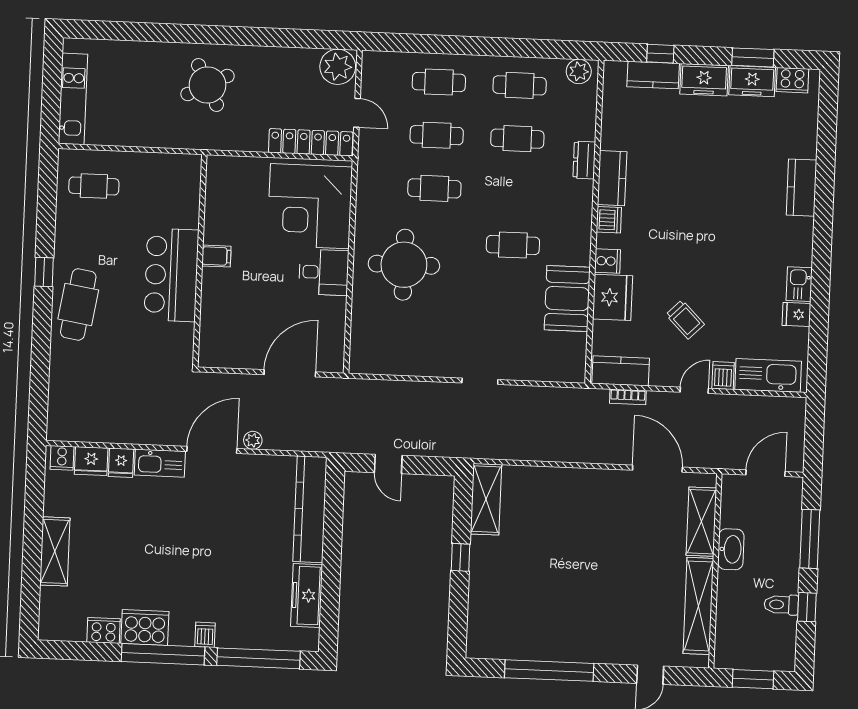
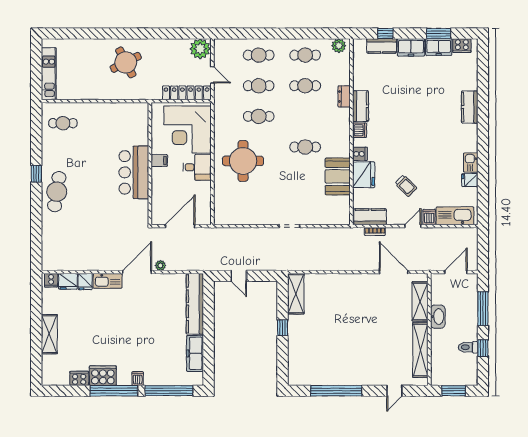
filing cabinet: (216, 256) -> (159, 160), moved
wall: (200, 261) -> (150, 164), moved
bar counter: (171, 275) -> (134, 172), moved

